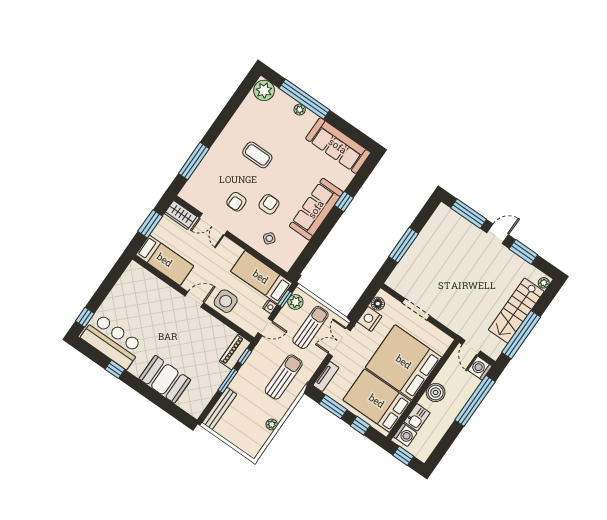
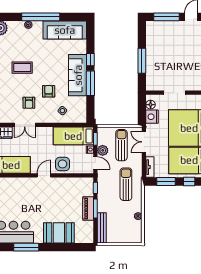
window: (304, 99) -> (41, 17), moved
window: (325, 229) -> (90, 83), added
plant: (295, 302) -> (103, 150), moved
door: (265, 327) -> (95, 163), hinge flipped
piano: (235, 352) -> (88, 209), moved
window: (115, 369) -> (26, 247), width x2.17

